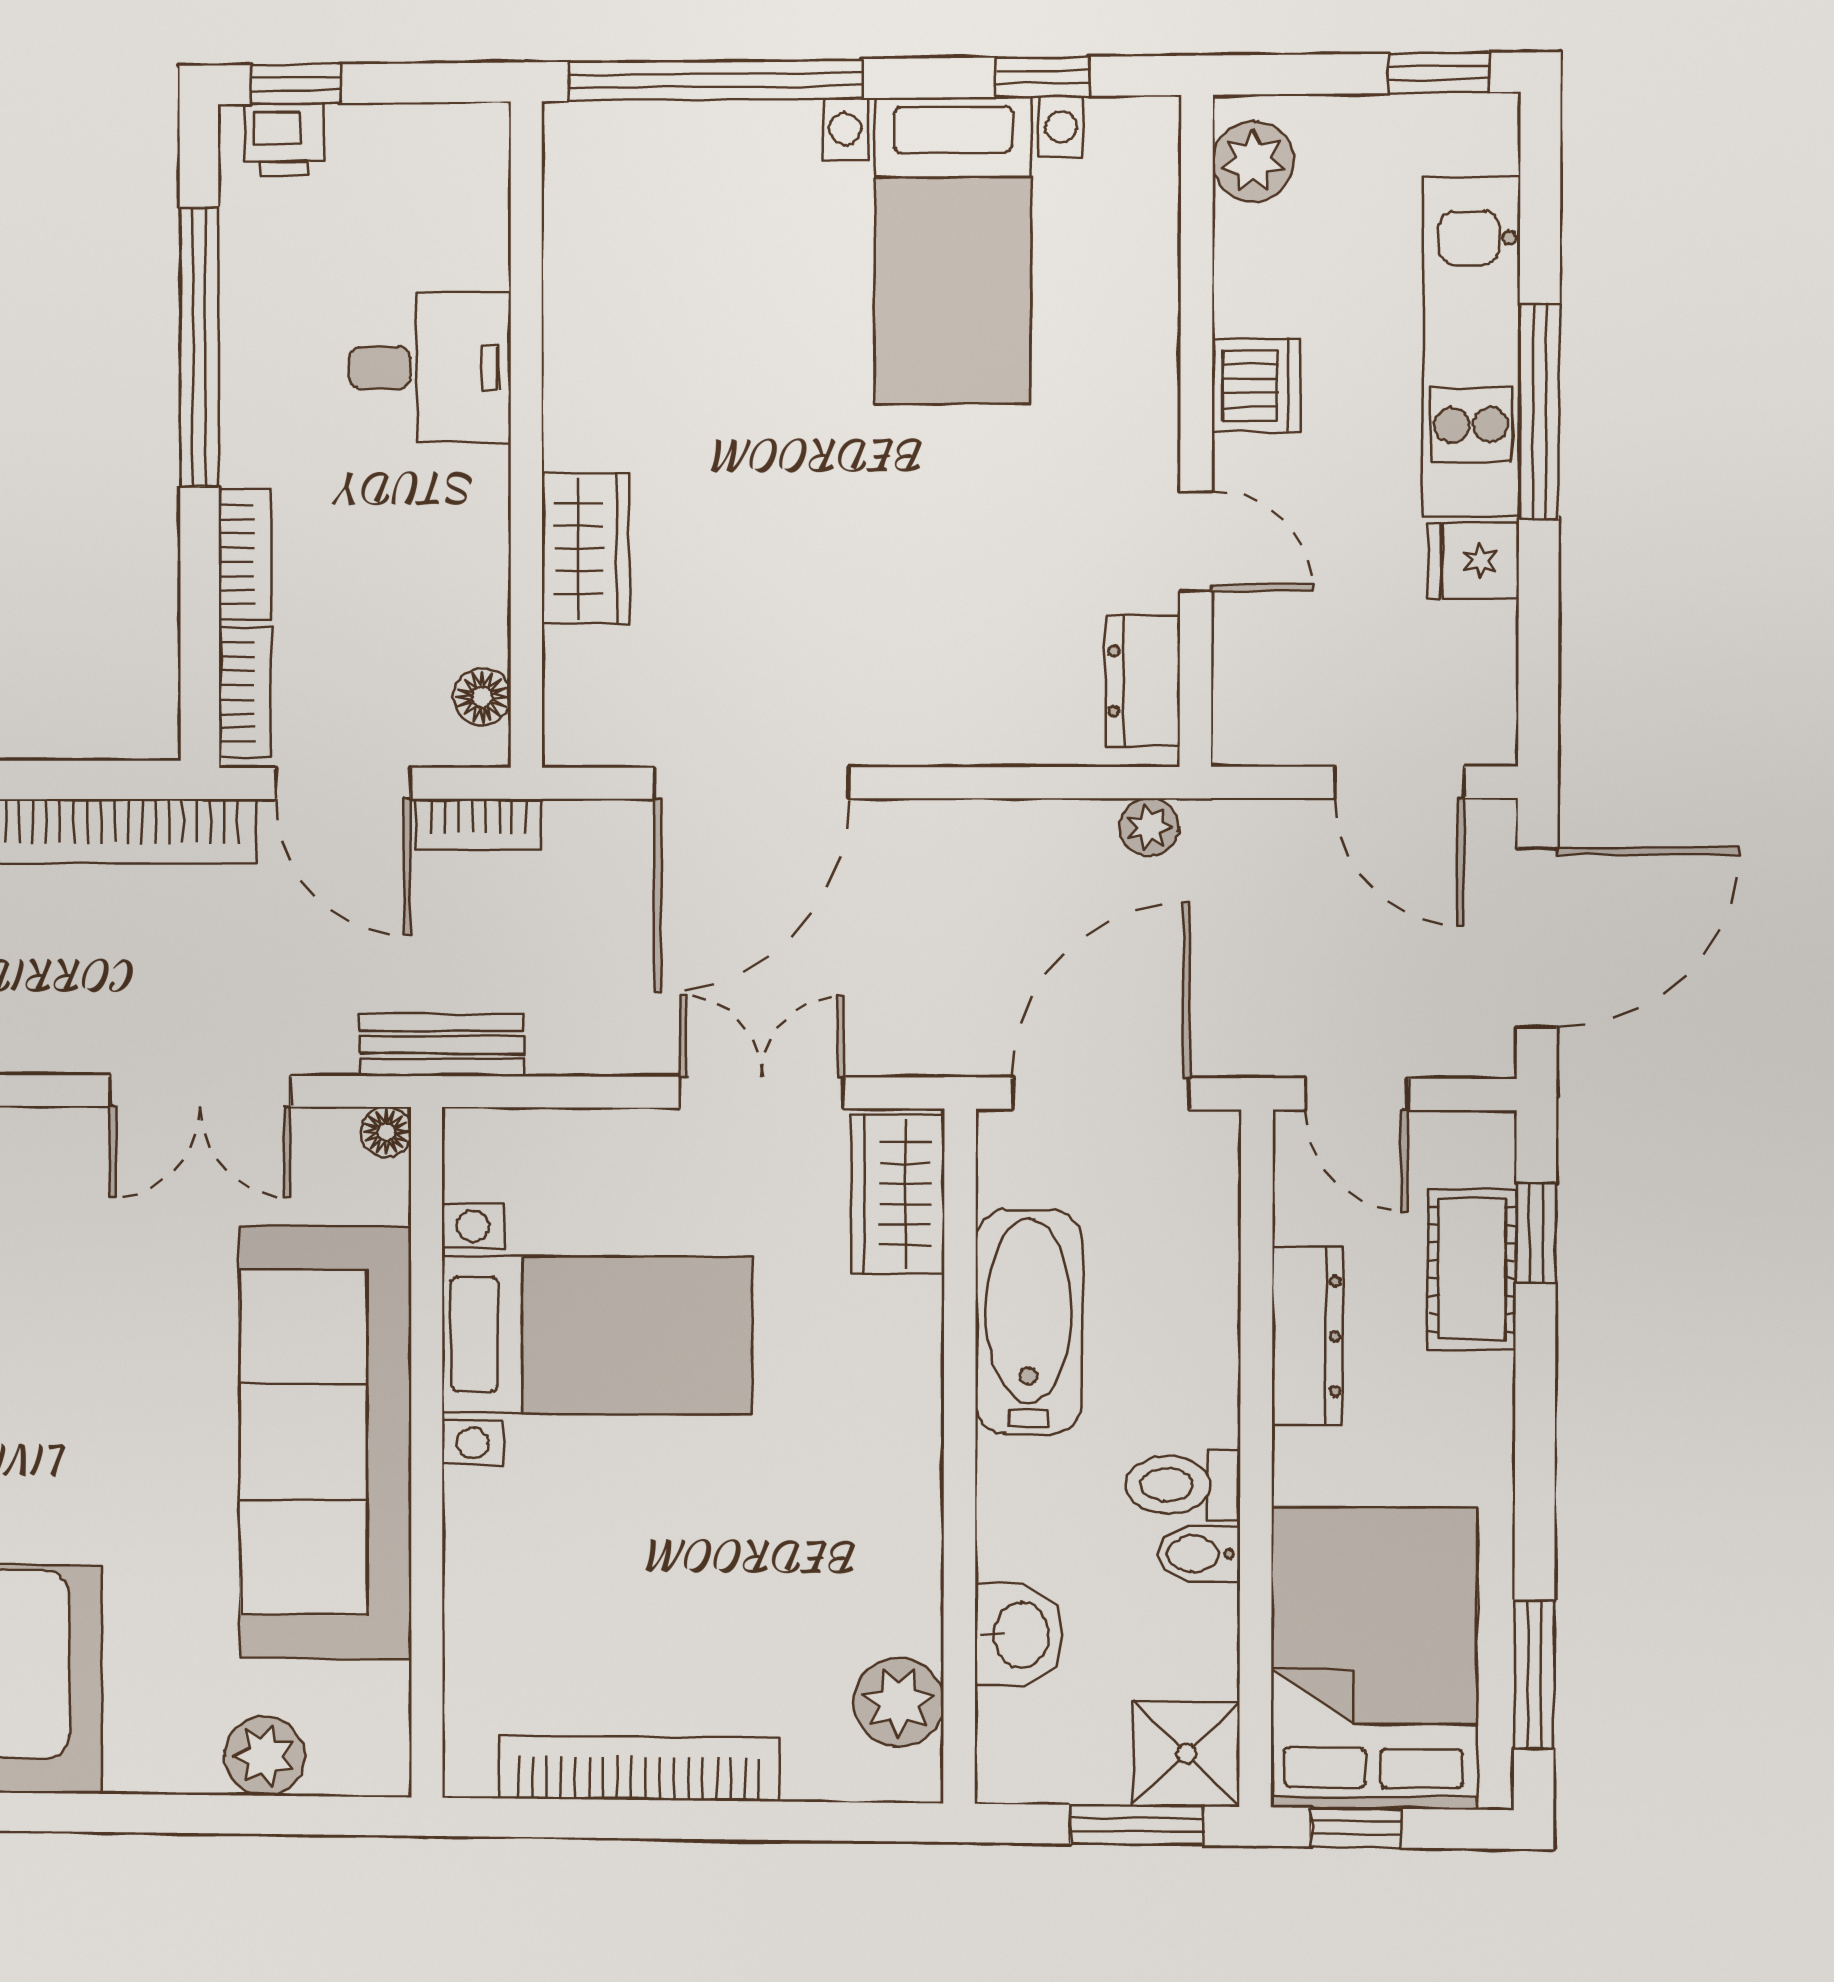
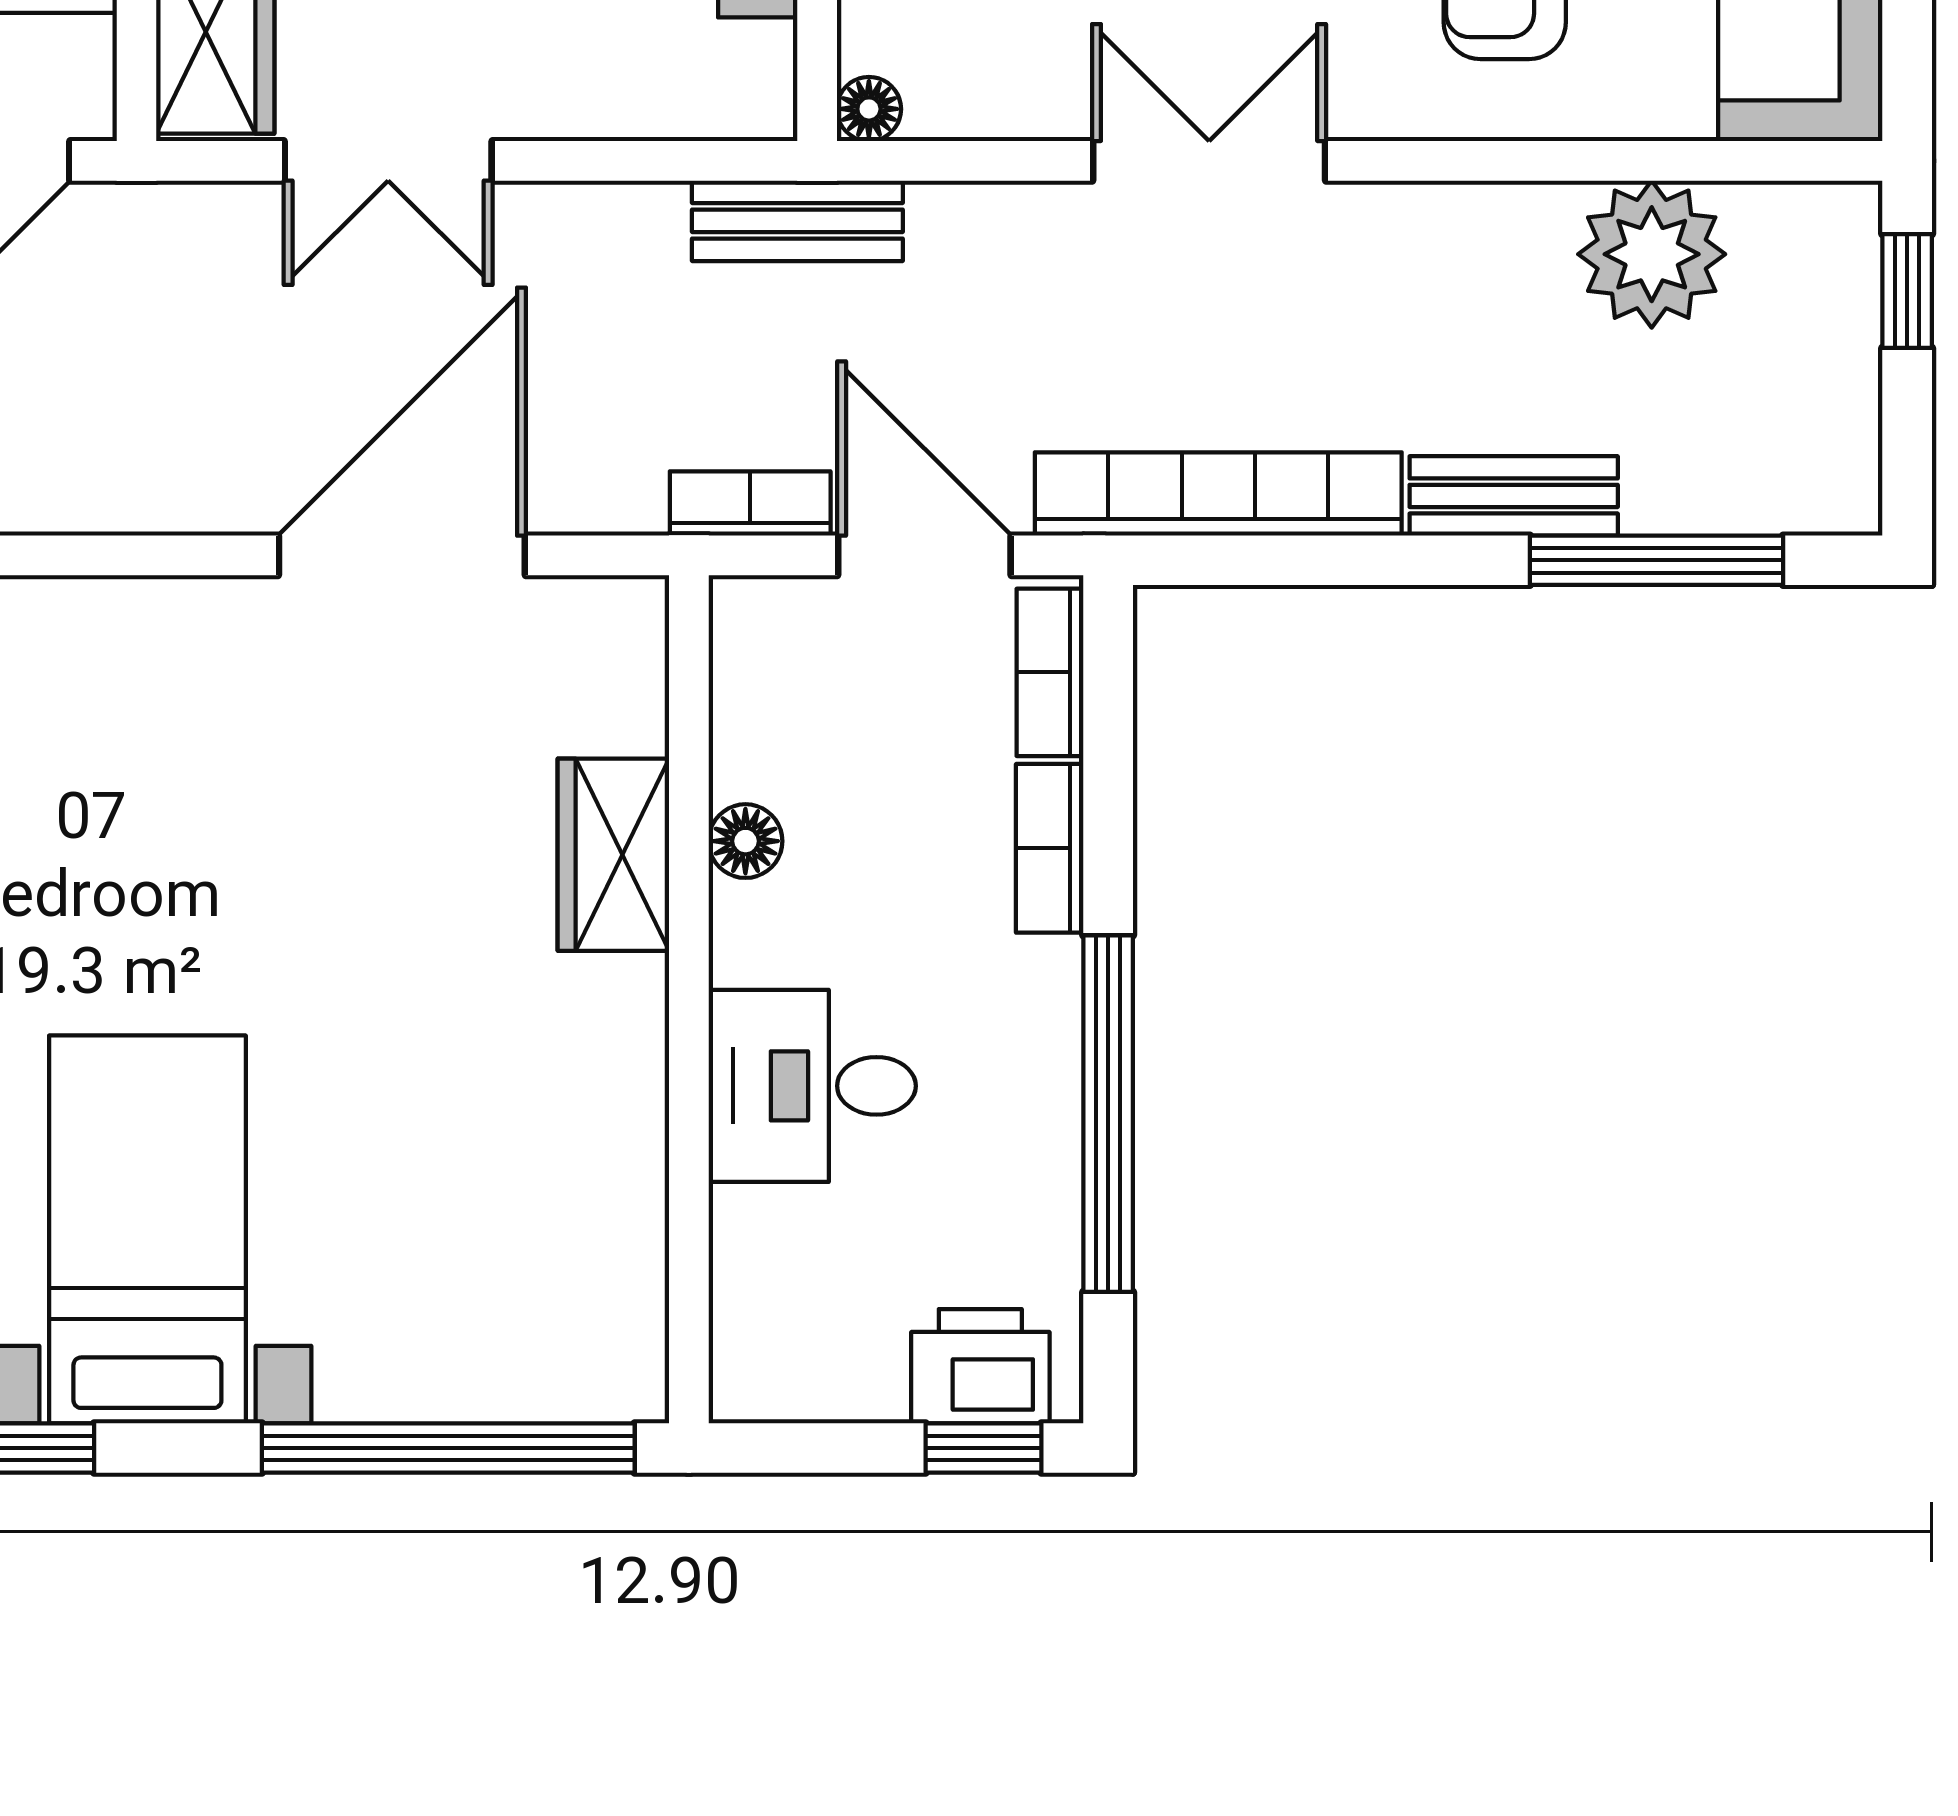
printer: (284, 140) -> (980, 1366), width x1.36, depth x1.24
floor lamp: (482, 697) -> (745, 841), moved
double door: (200, 1091) -> (1209, 161), moved

